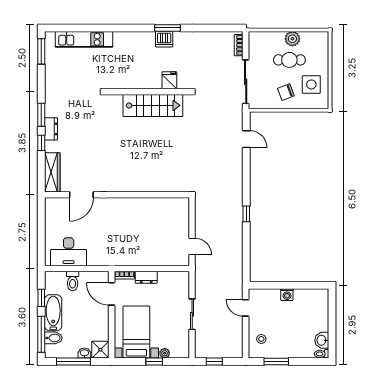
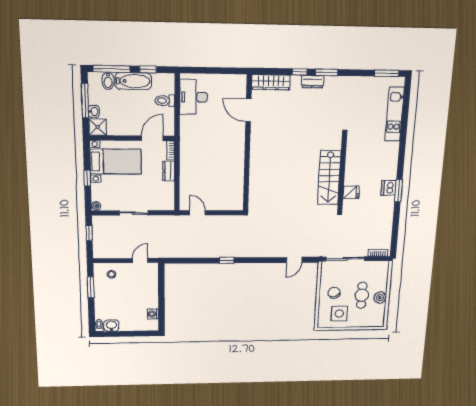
door: (192, 246) -> (197, 213), swing flipped
washing machine: (287, 295) -> (153, 314), moved
plant: (165, 353) -> (96, 206), moved

